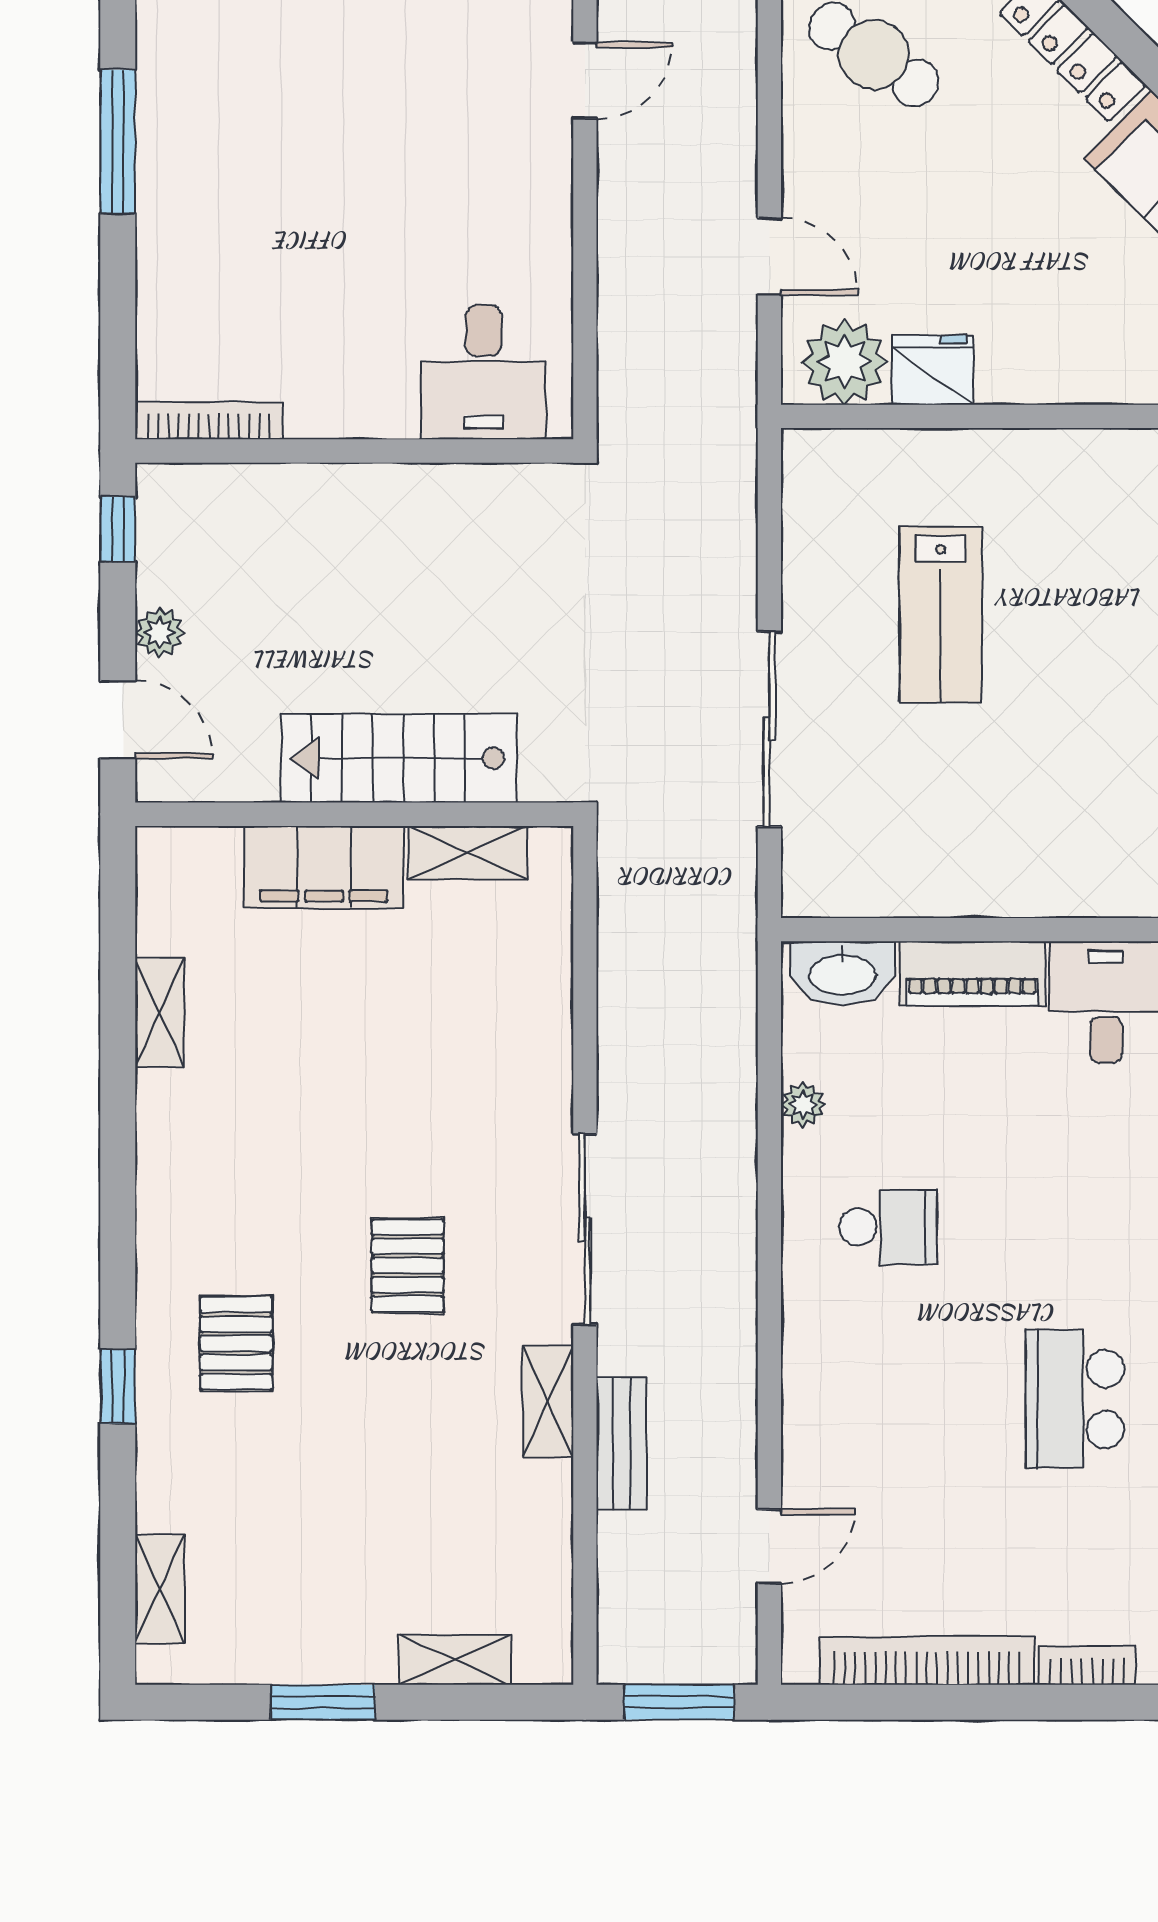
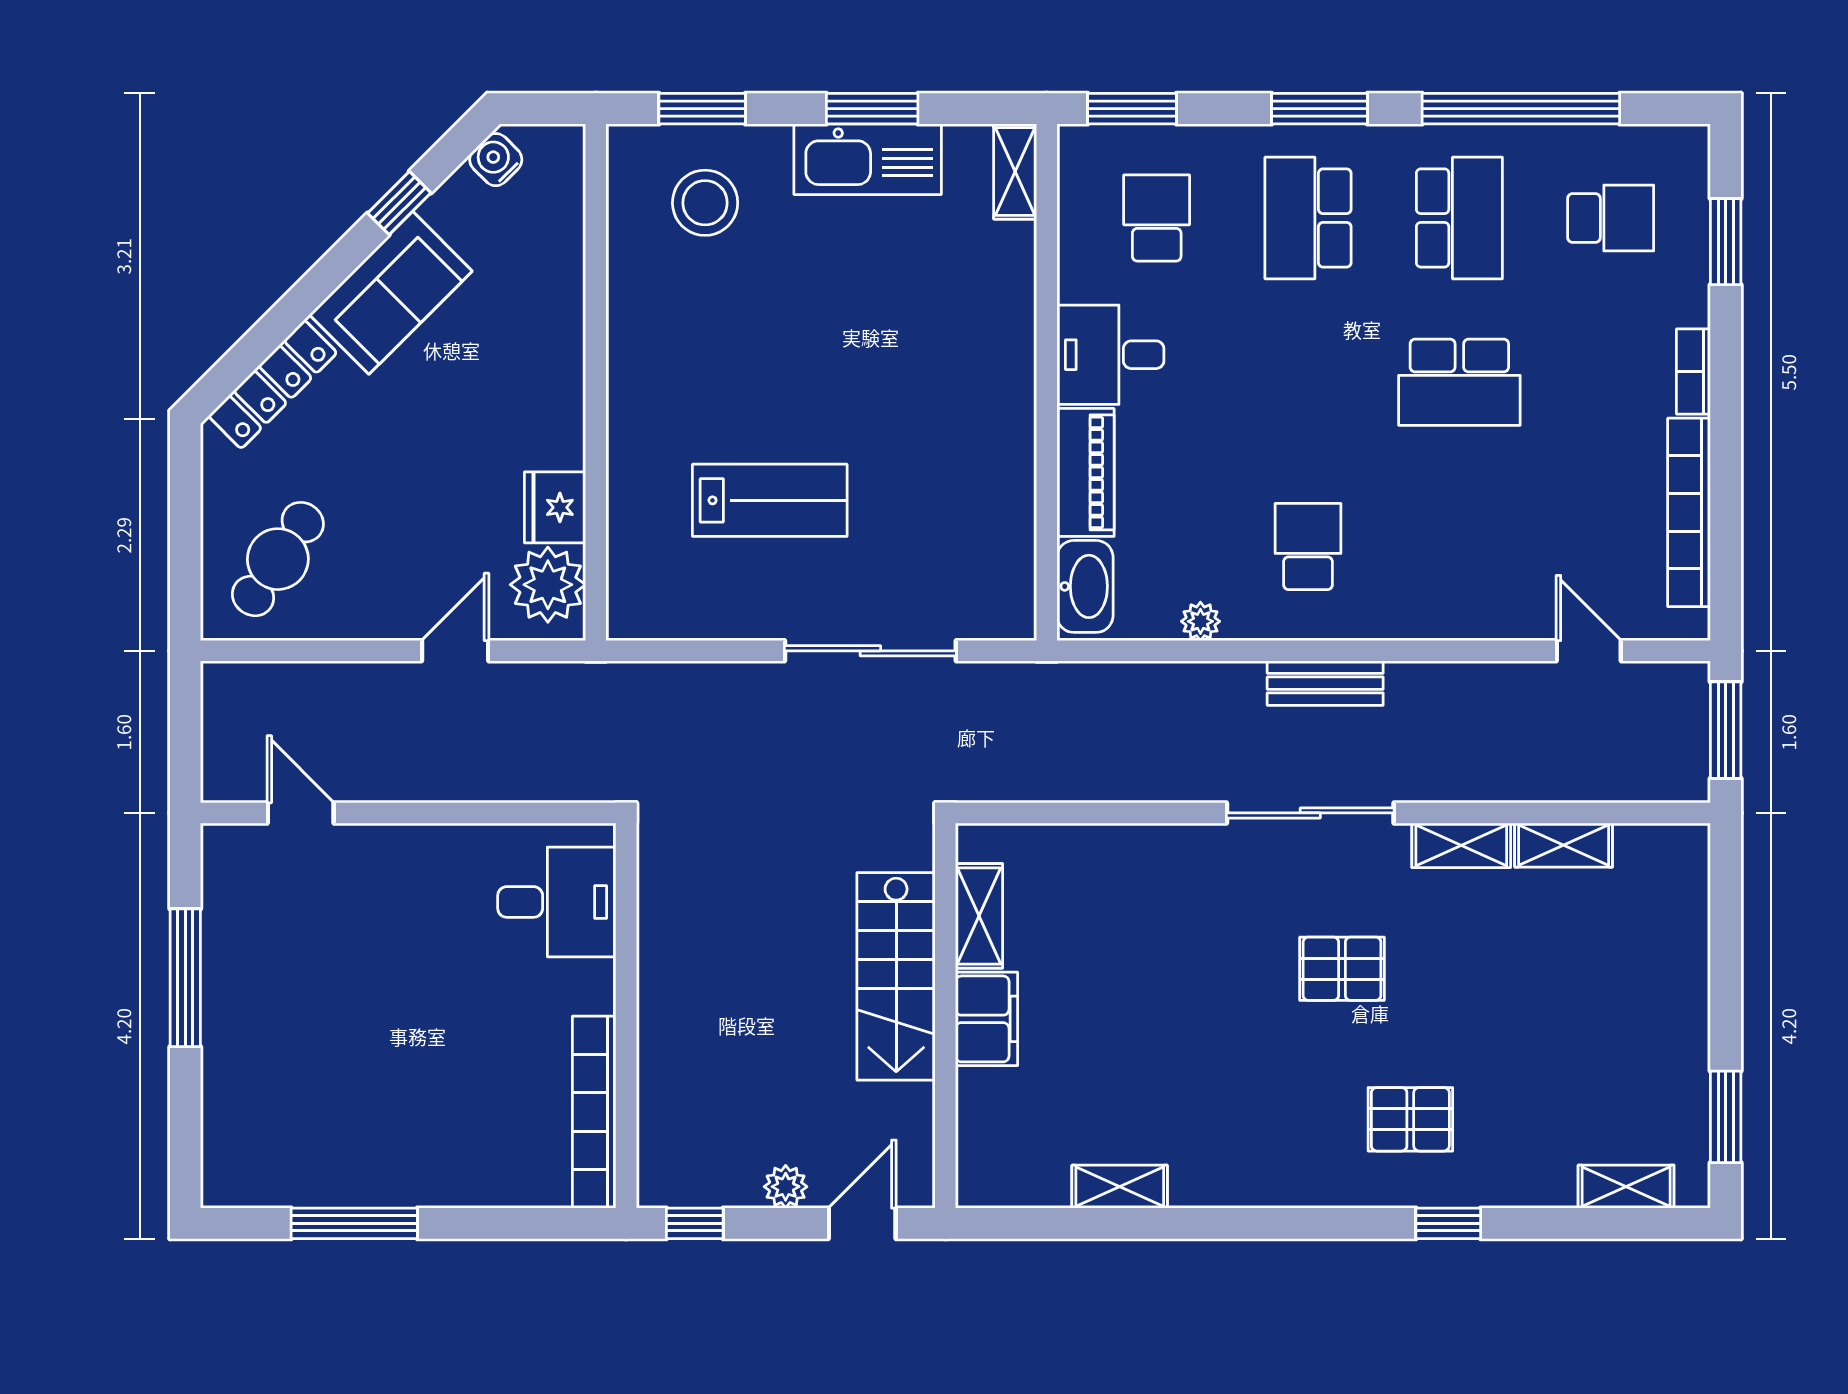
bookcase: (209, 421) -> (594, 1112), width x1.48, depth x1.31
filing cabinet: (324, 867) -> (987, 1019), width x0.67, depth x0.86
bench: (622, 1443) -> (1325, 683), moved
shelving: (455, 1660) -> (1564, 845), moved, turned 90
window: (323, 1702) -> (1726, 1117), moved

